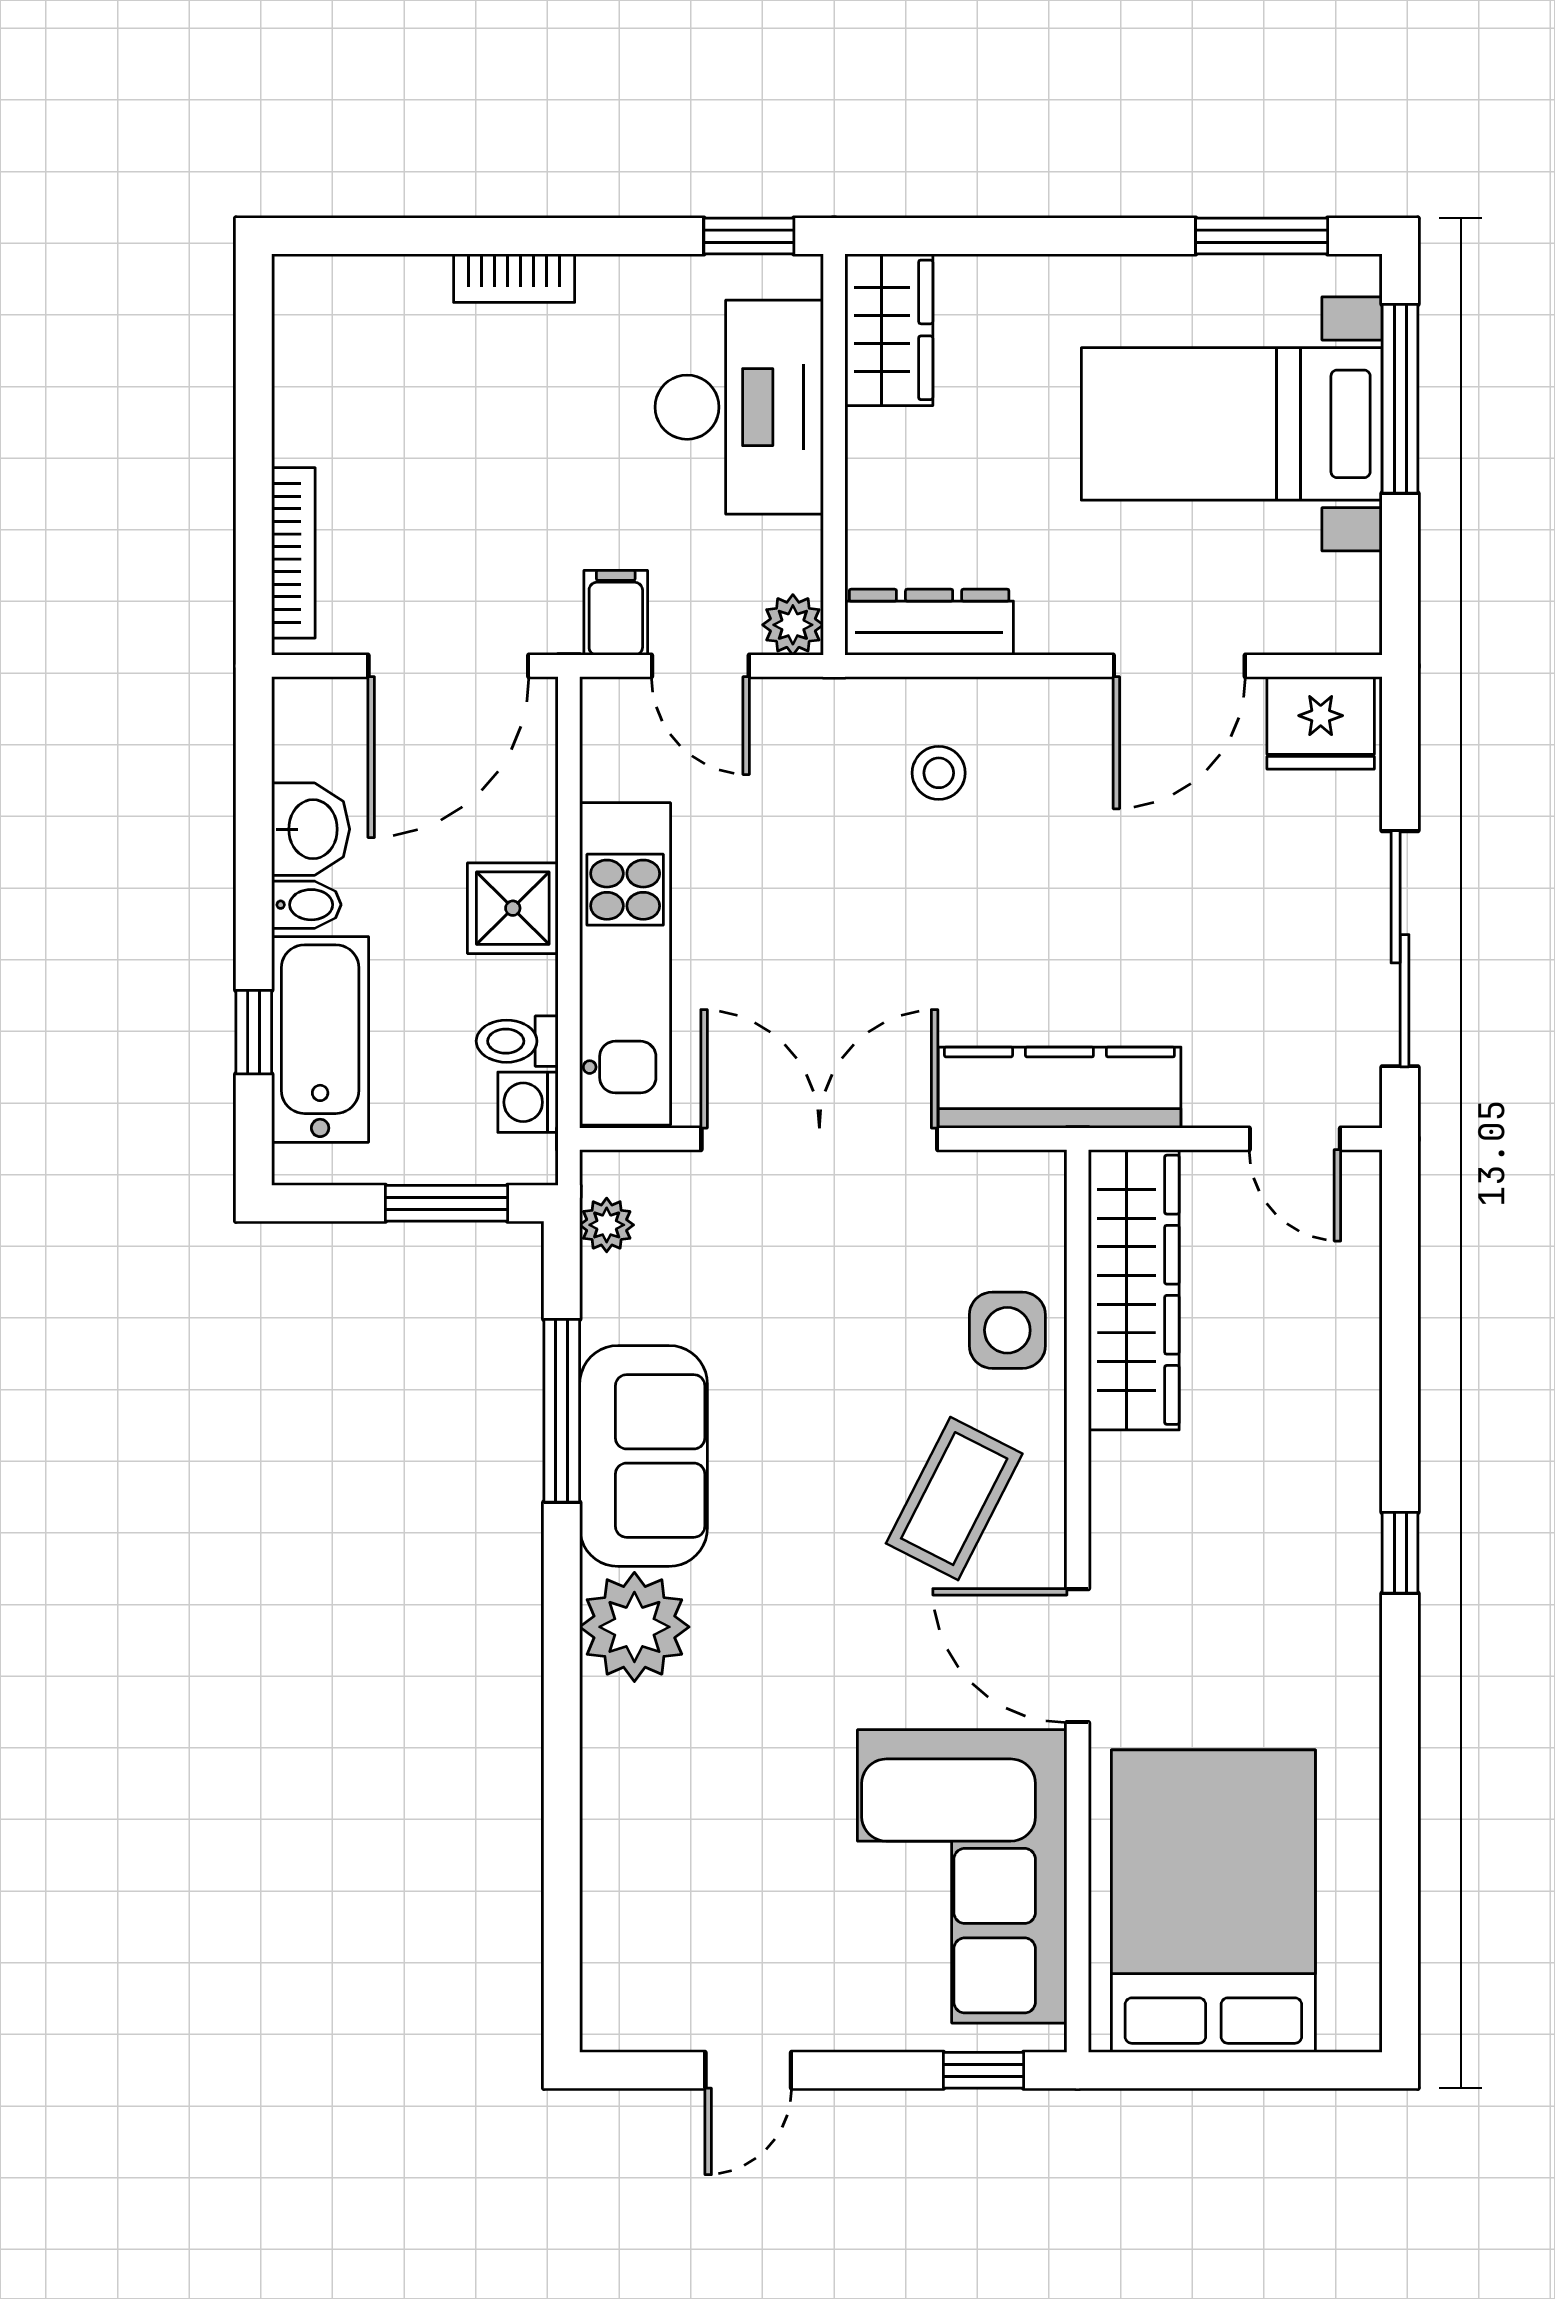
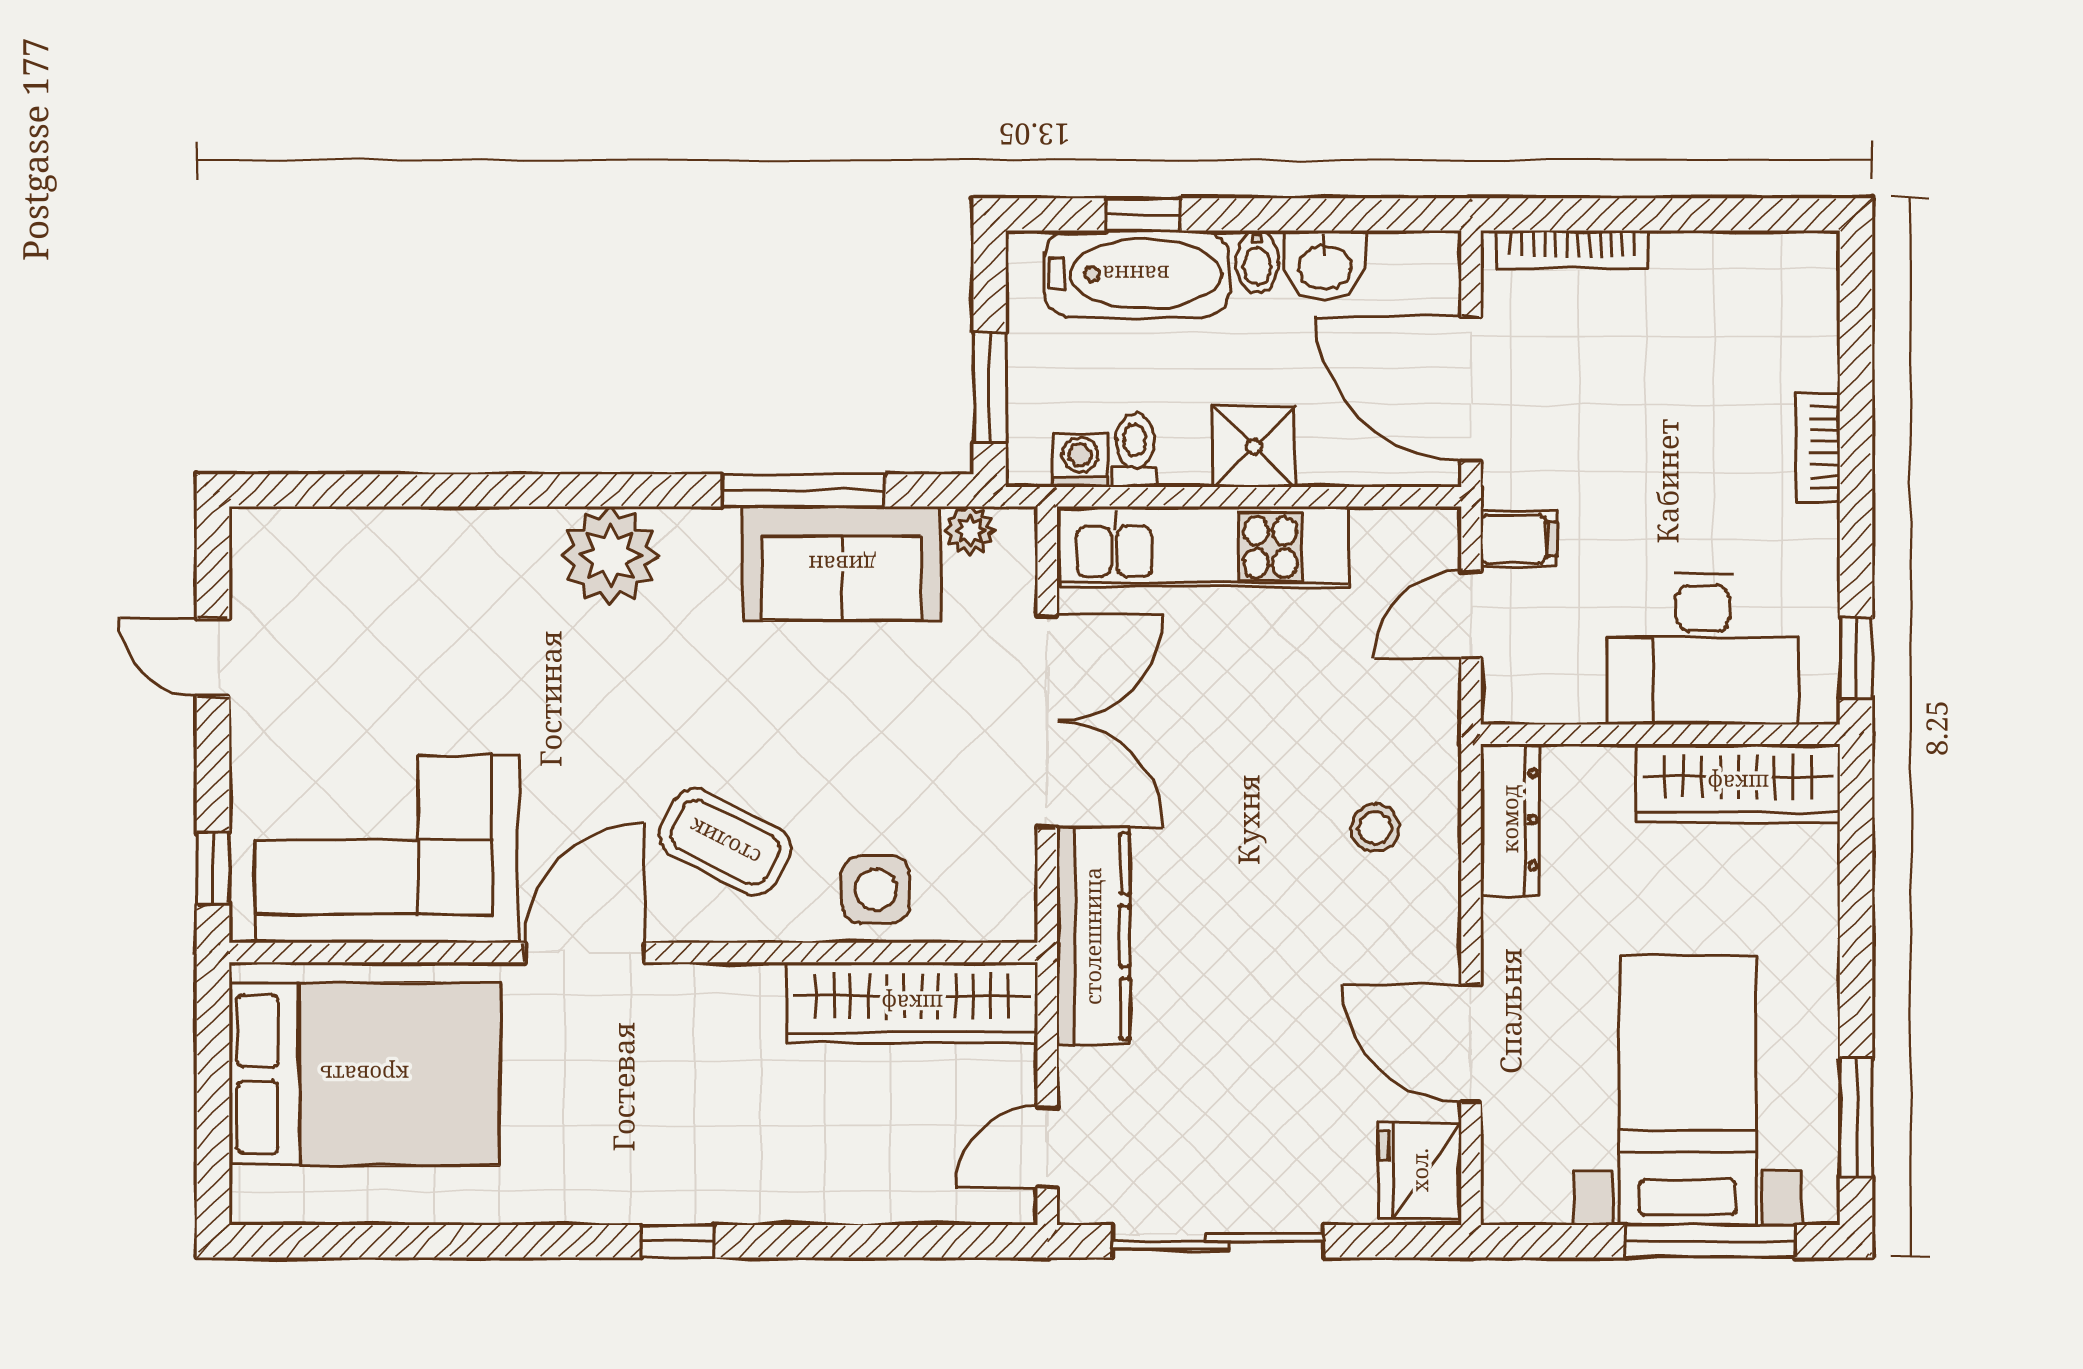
wardrobe: (889, 330) -> (1738, 783), width x1.50
plant: (793, 625) -> (1508, 697), removed
sofa: (644, 1456) -> (842, 564), moved

